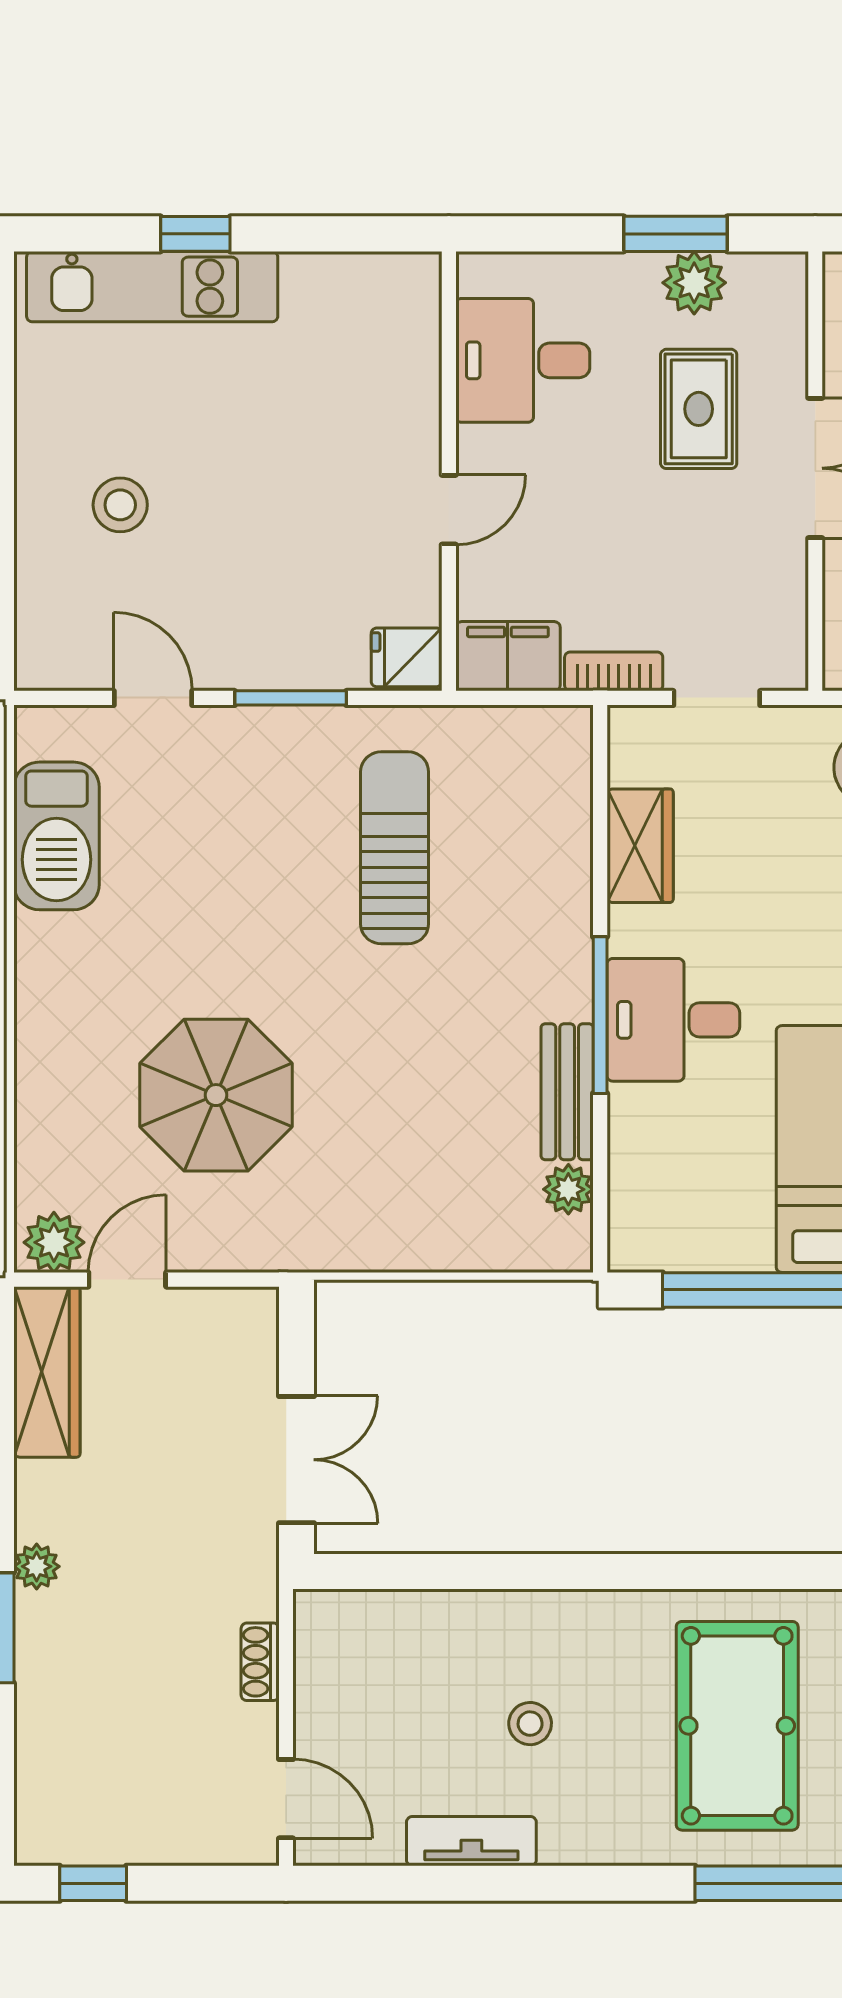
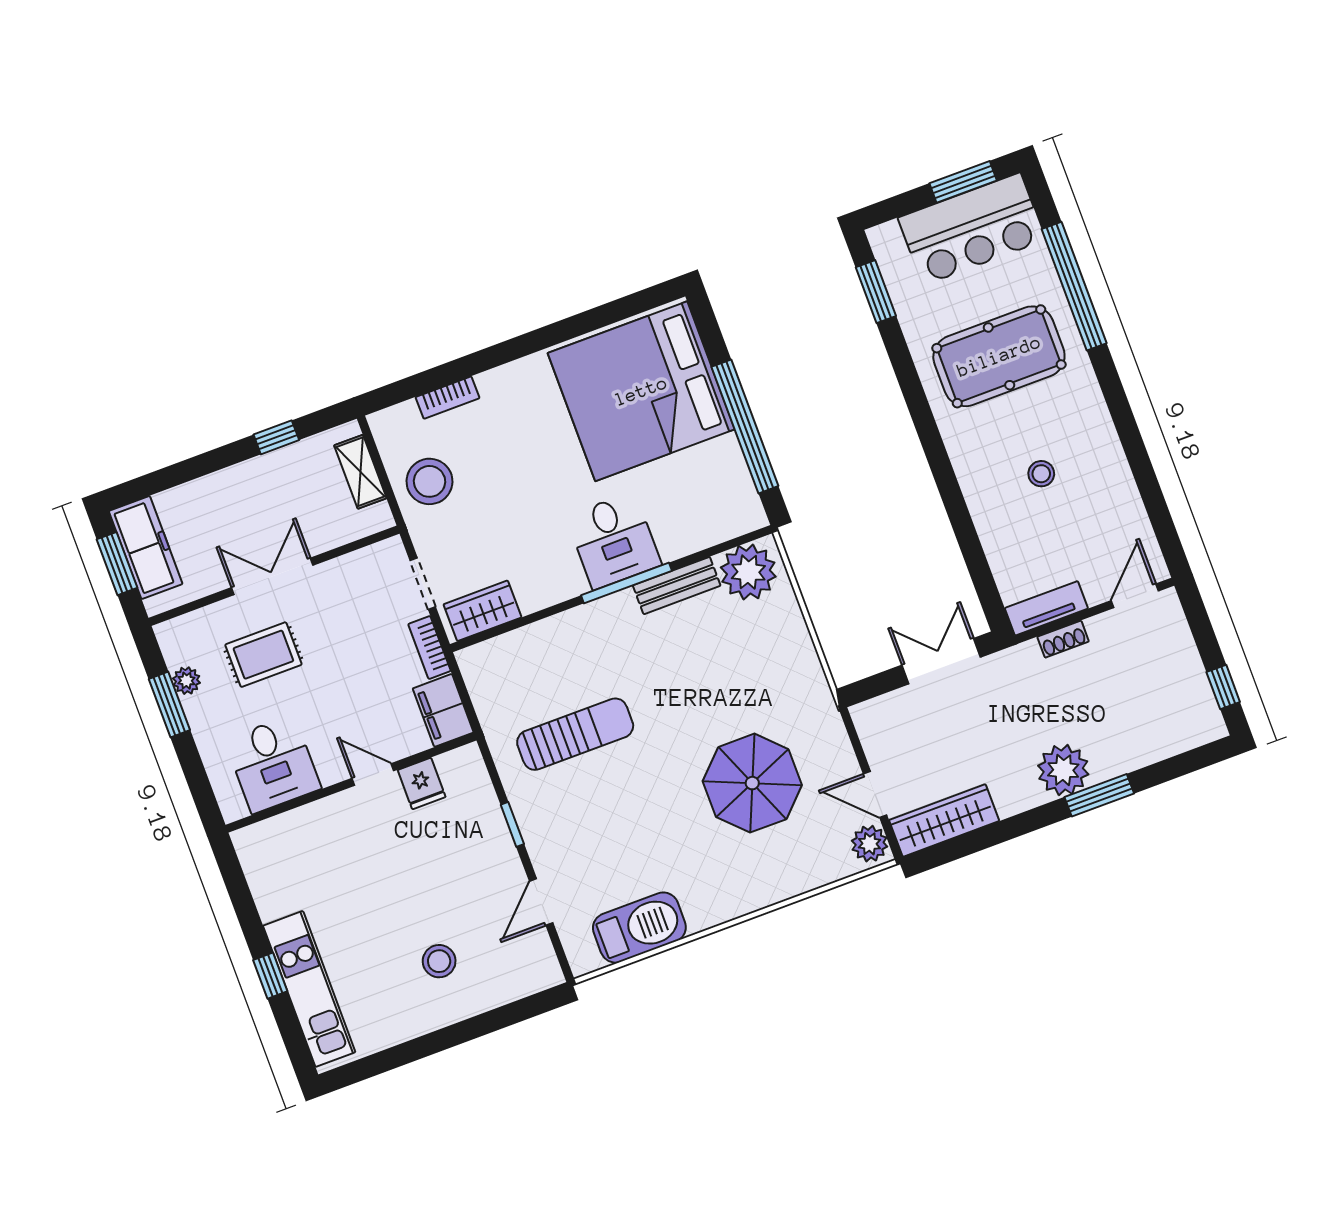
plant: (694, 283) -> (186, 681), width x0.73, depth x0.73
fridge: (407, 657) -> (422, 784), moved
window: (291, 698) -> (512, 824), width x0.67
wardrobe: (640, 846) -> (482, 611), moved
sun lounger: (395, 848) -> (575, 734), turned 180
plant: (568, 1189) -> (748, 572), width x1.88, depth x1.88
plant: (37, 1566) -> (1063, 770), width x1.88, depth x1.88
tv unit: (471, 1841) -> (1046, 608), moved, turned 90

